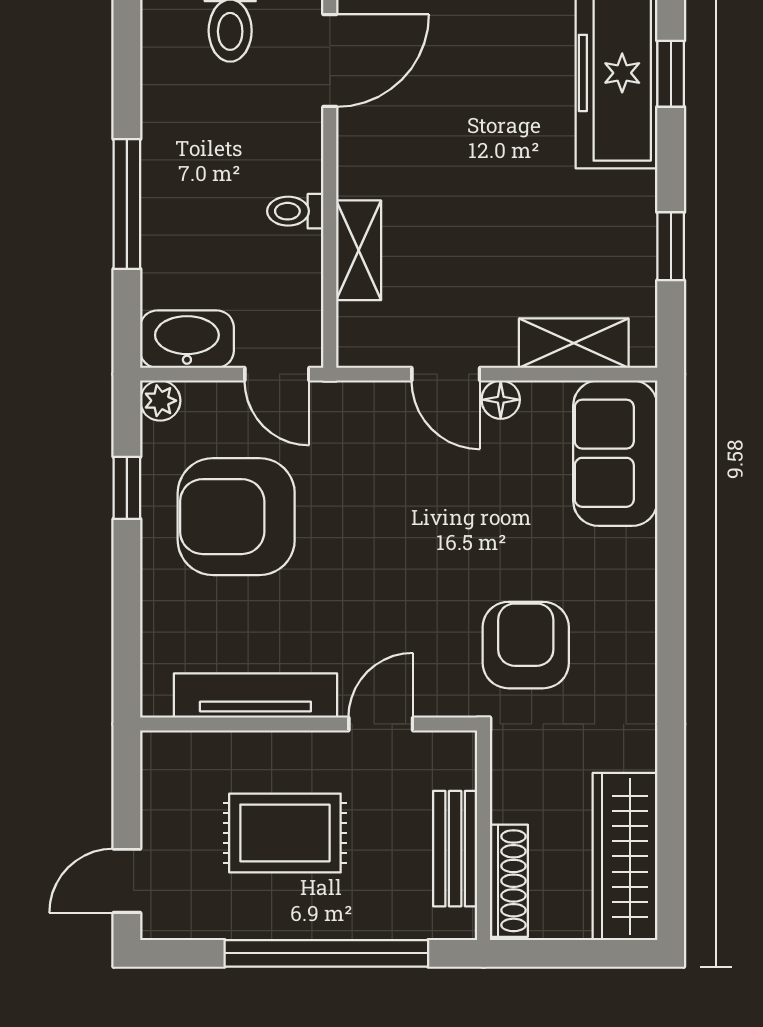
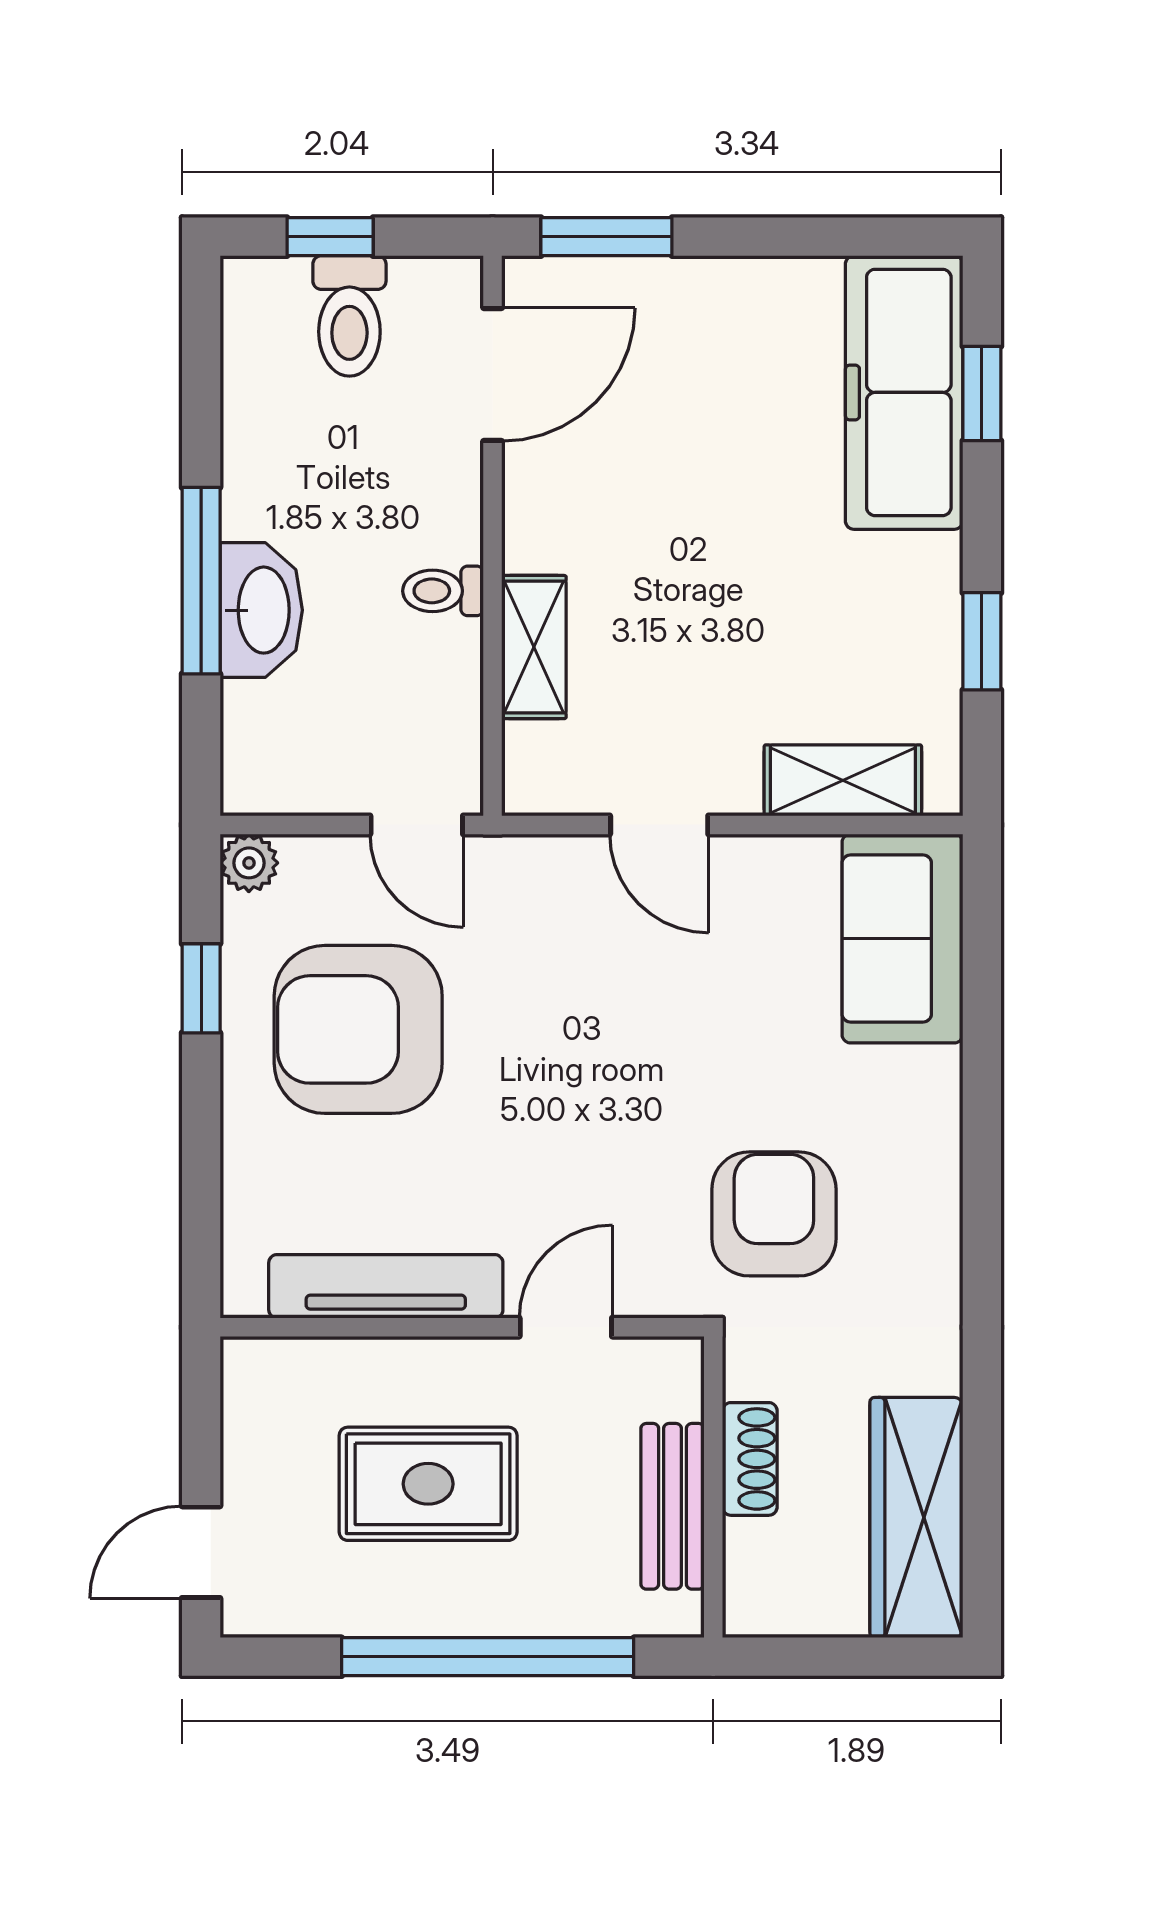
washbasin: (187, 339) -> (261, 610), moved, turned 90
floor lamp: (501, 400) -> (738, 862), removed
shoe rack: (509, 881) -> (750, 1459), moved, width x0.70

